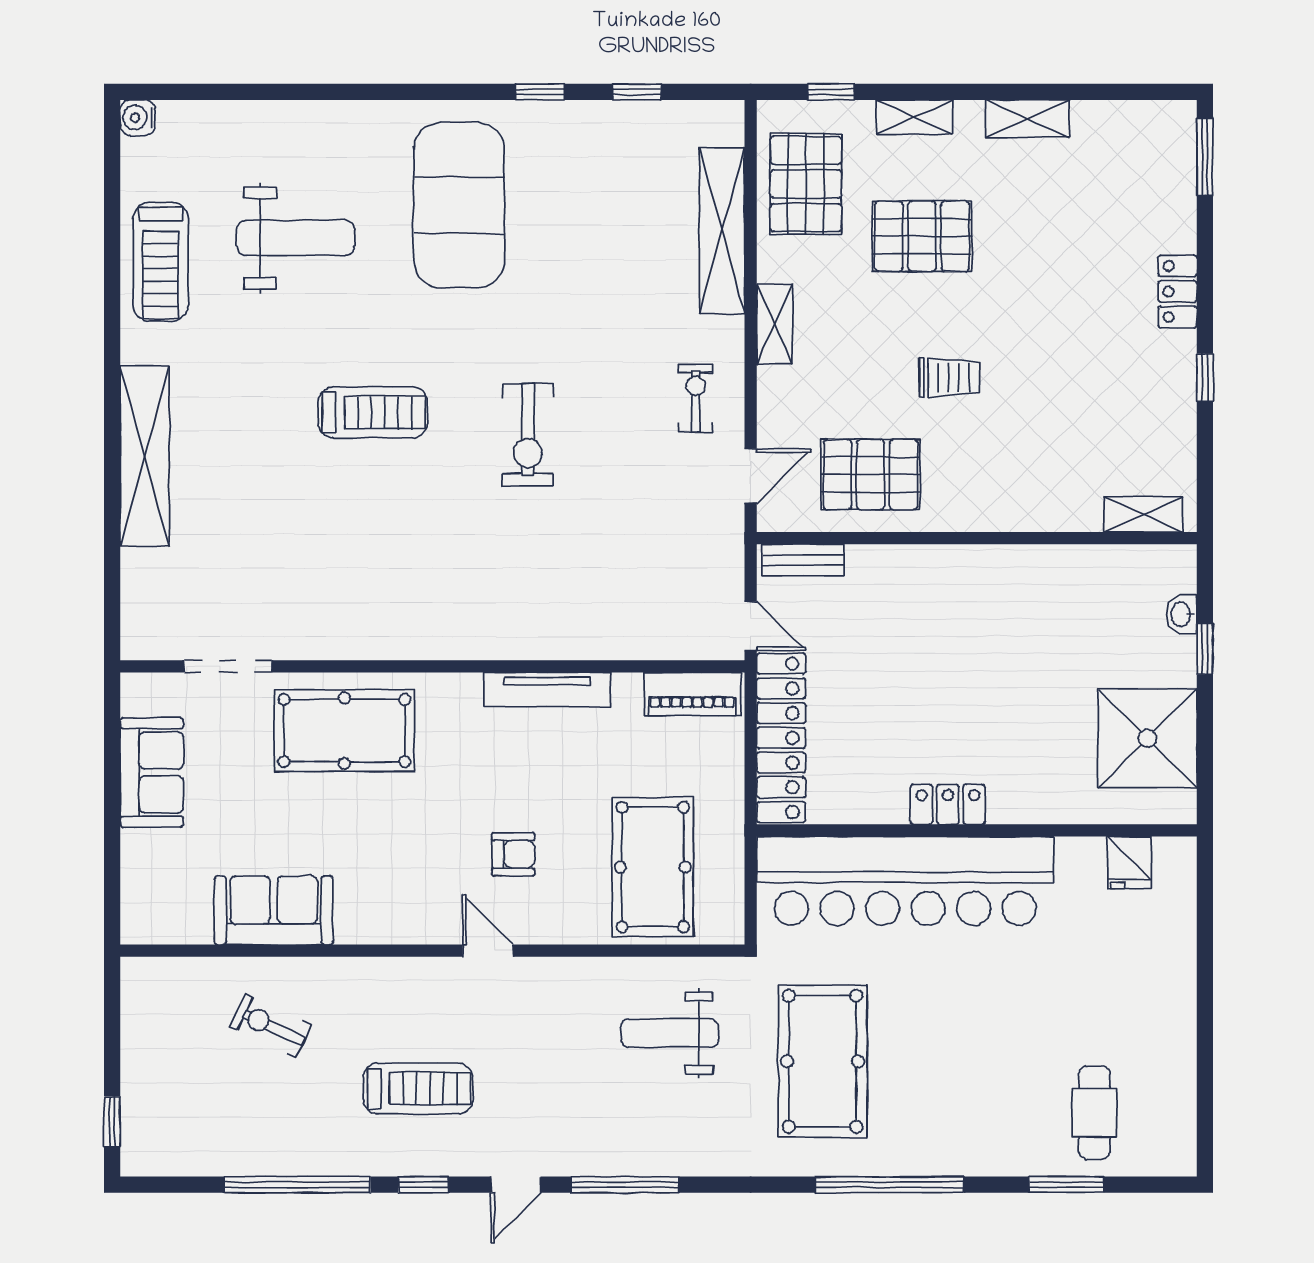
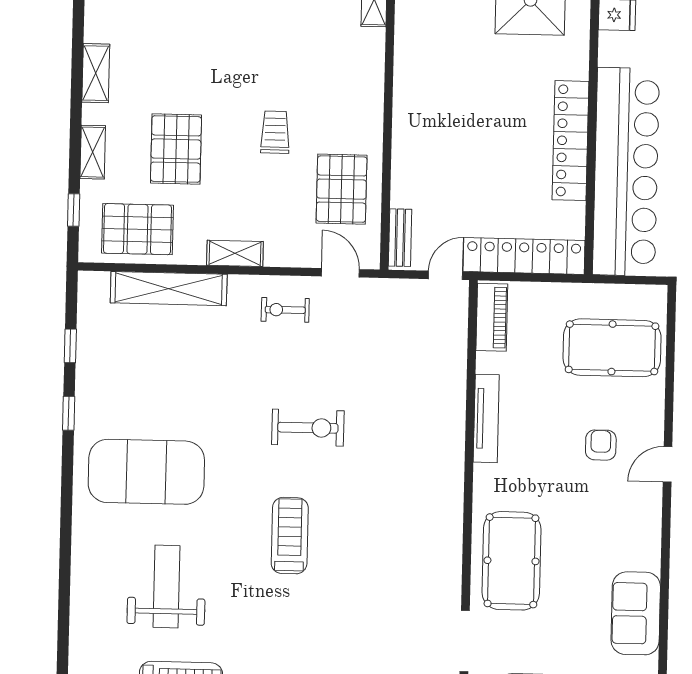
locker: (948, 804) -> (570, 141), width x2.16, depth x1.21

